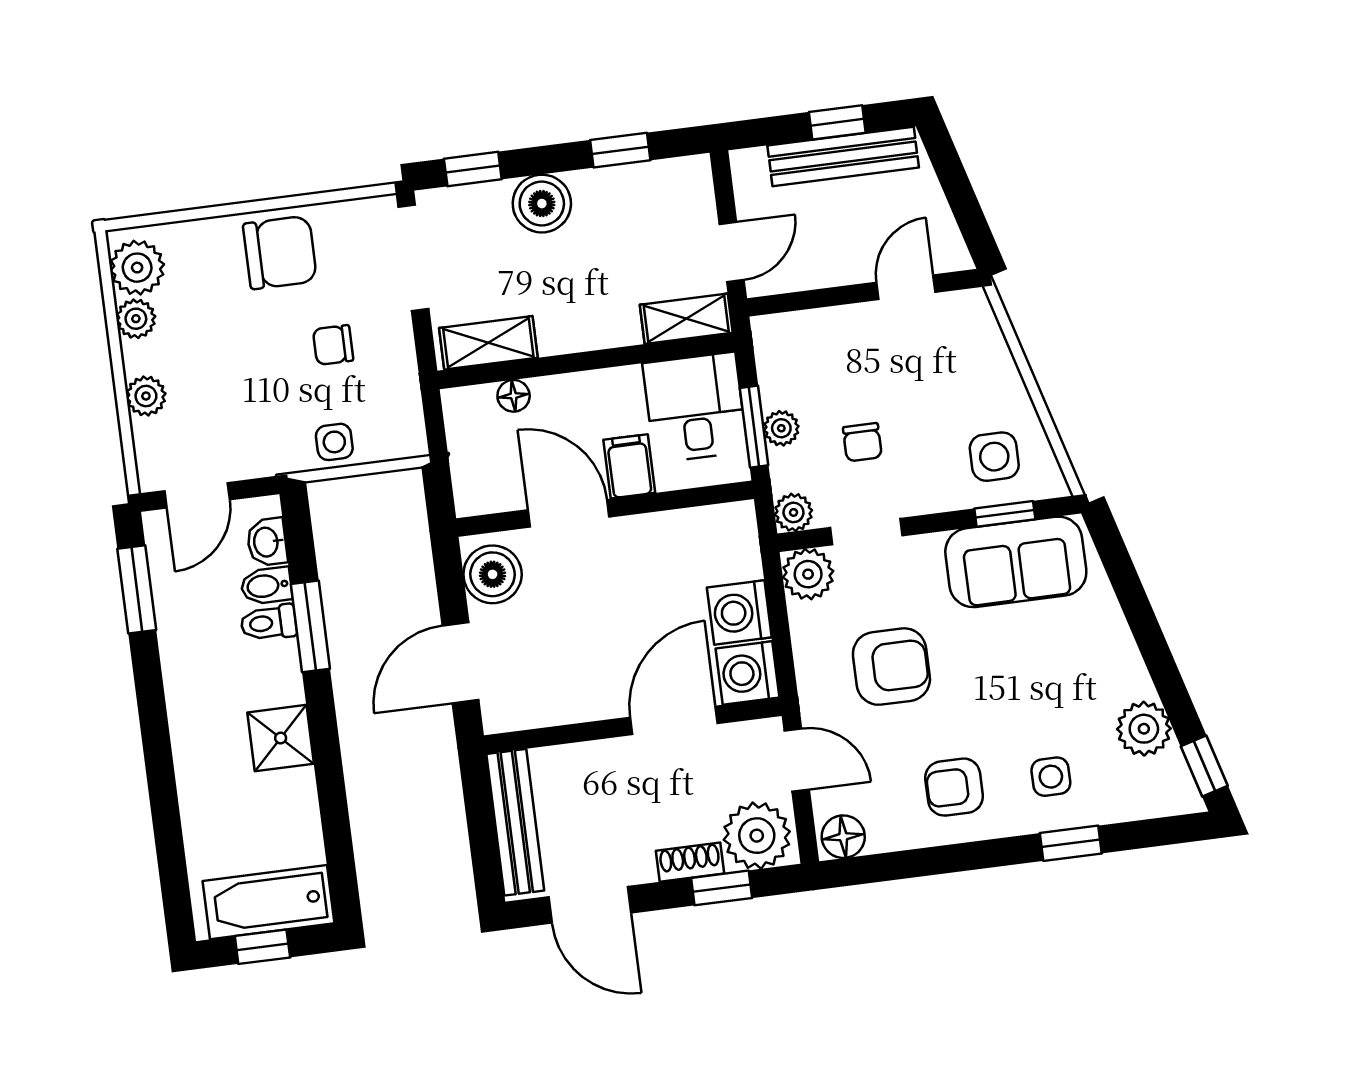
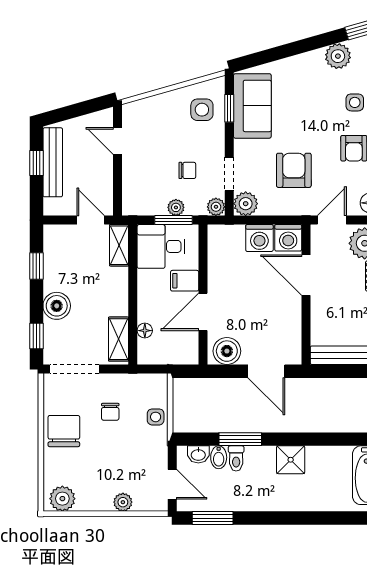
plant: (136, 319) -> (86, 502), removed

